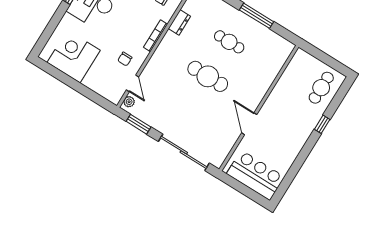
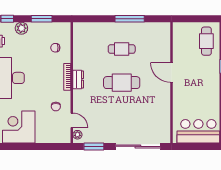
dresser: (179, 22) -> (78, 79), moved
door: (249, 124) -> (172, 73), moved

